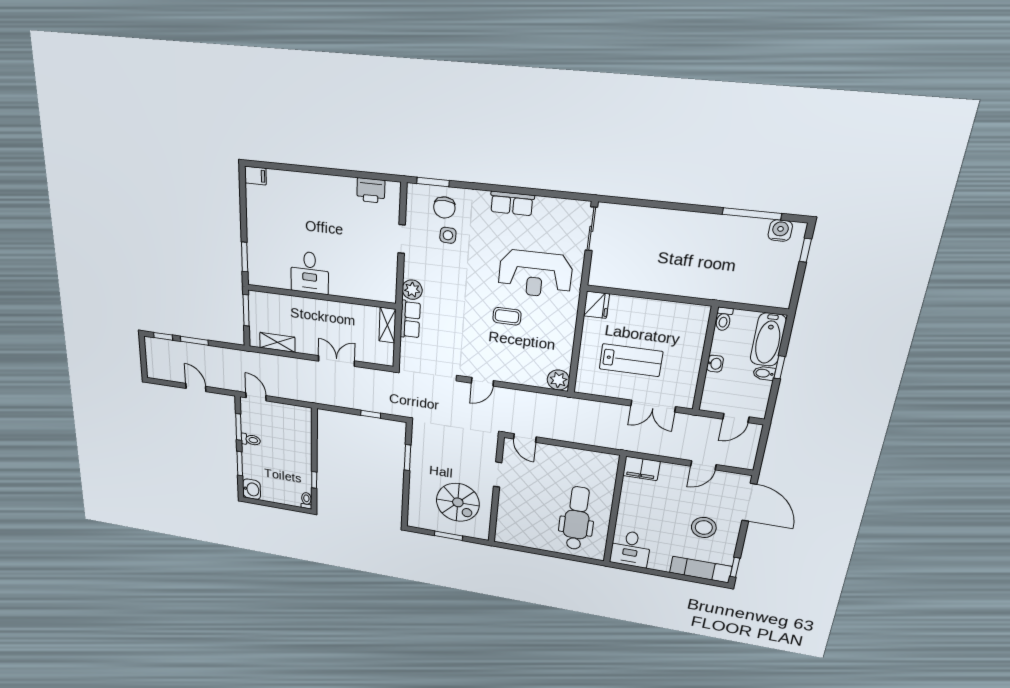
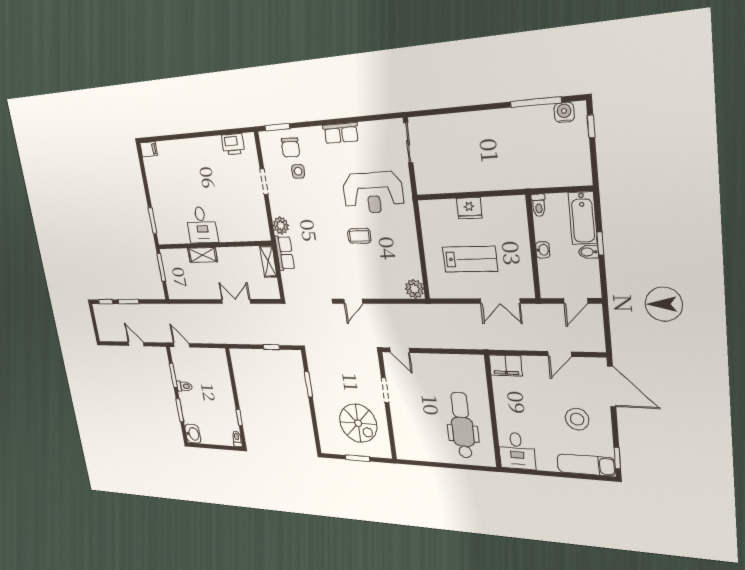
fridge: (596, 305) -> (469, 208), moved, turned 90
shelving: (277, 342) -> (203, 255), moved

